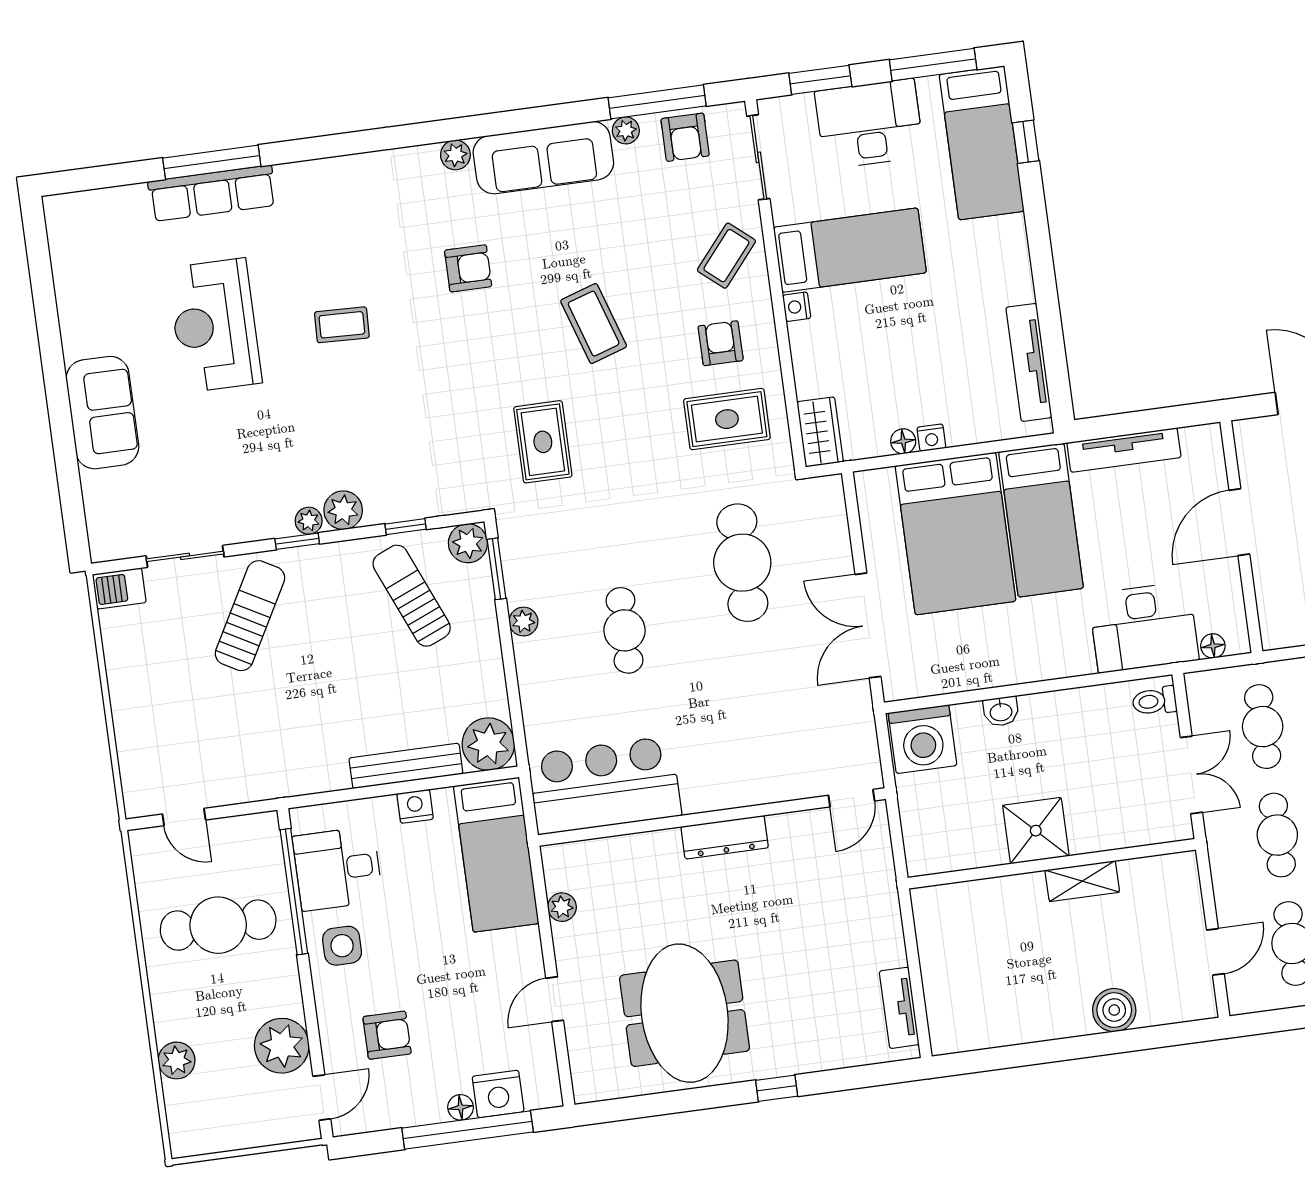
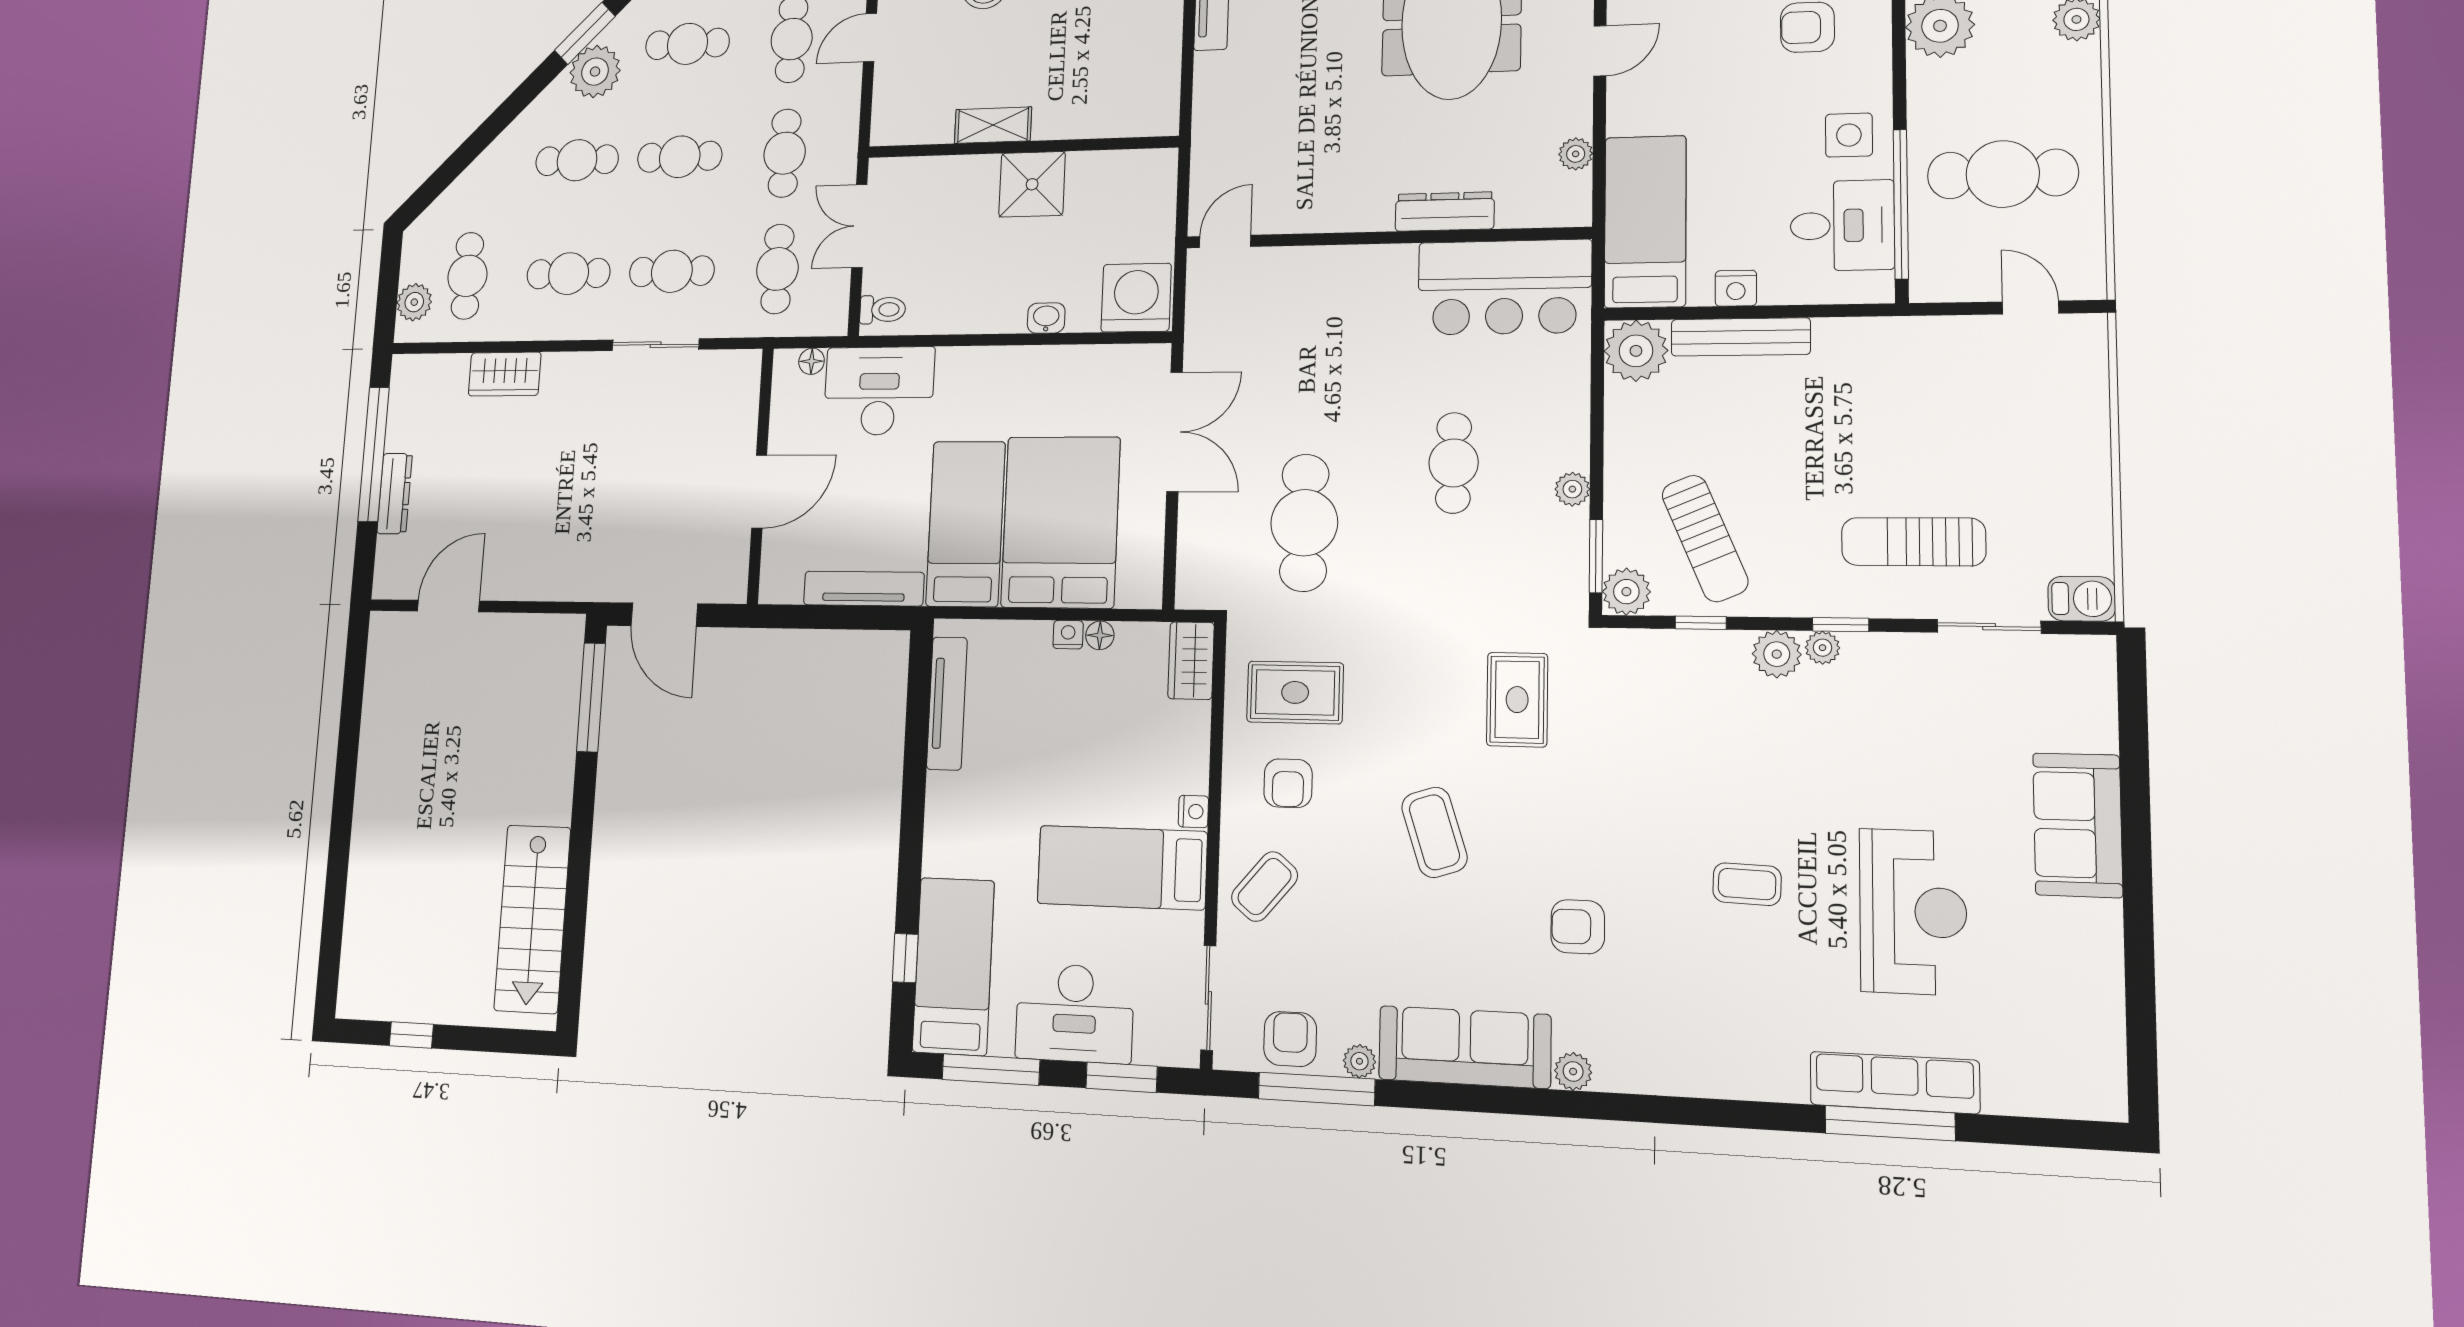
sun lounger: (250, 616) -> (1913, 542), turned 61
dresser: (725, 837) -> (1445, 212), moved

